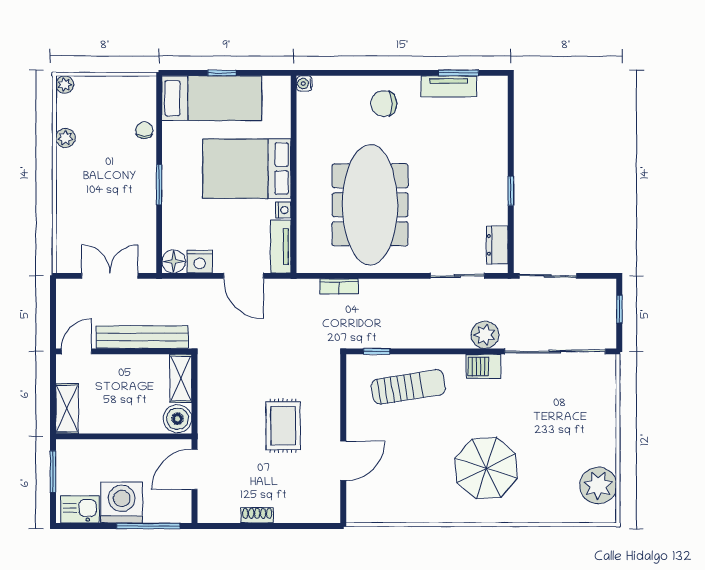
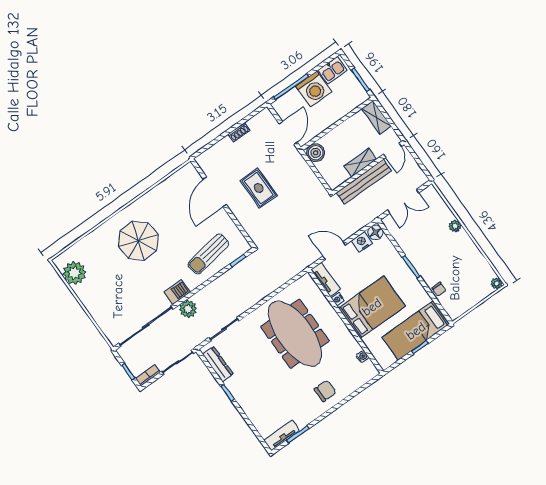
water cooler: (304, 84) -> (362, 357), moved
tv unit: (449, 86) -> (282, 435), moved
plant: (65, 138) -> (455, 226), moved
dresser: (497, 245) -> (218, 364), width x1.44
bookcase: (339, 286) -> (148, 375), moved
shelving: (181, 378) -> (360, 163), moved, turned 90
door: (343, 461) -> (215, 192), width x1.36

